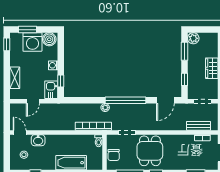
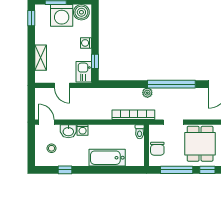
door: (33, 101) -> (62, 85), hinge flipped
washing machine: (50, 139) -> (83, 130), added

